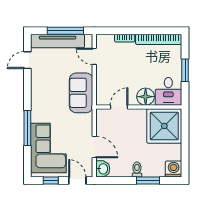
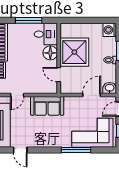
window: (185, 70) -> (29, 20), width x1.44
shower: (164, 126) -> (74, 52), moved

